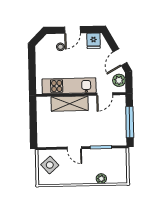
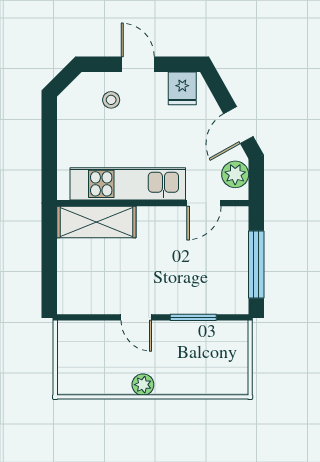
door: (73, 30) -> (138, 64), swing flipped
shelving: (70, 104) -> (96, 222), moved
side table: (50, 165) -> (83, 353), removed
plant: (101, 179) -> (143, 385), moved

